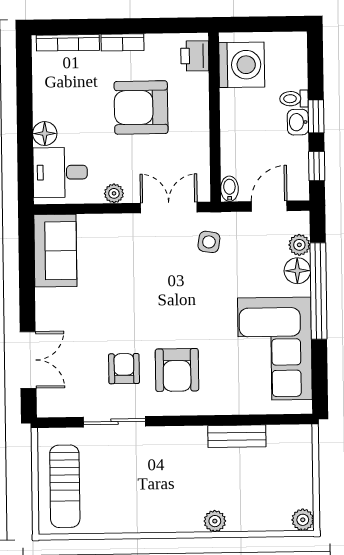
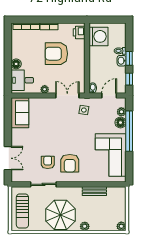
parasol: (157, 494) -> (61, 215), added

